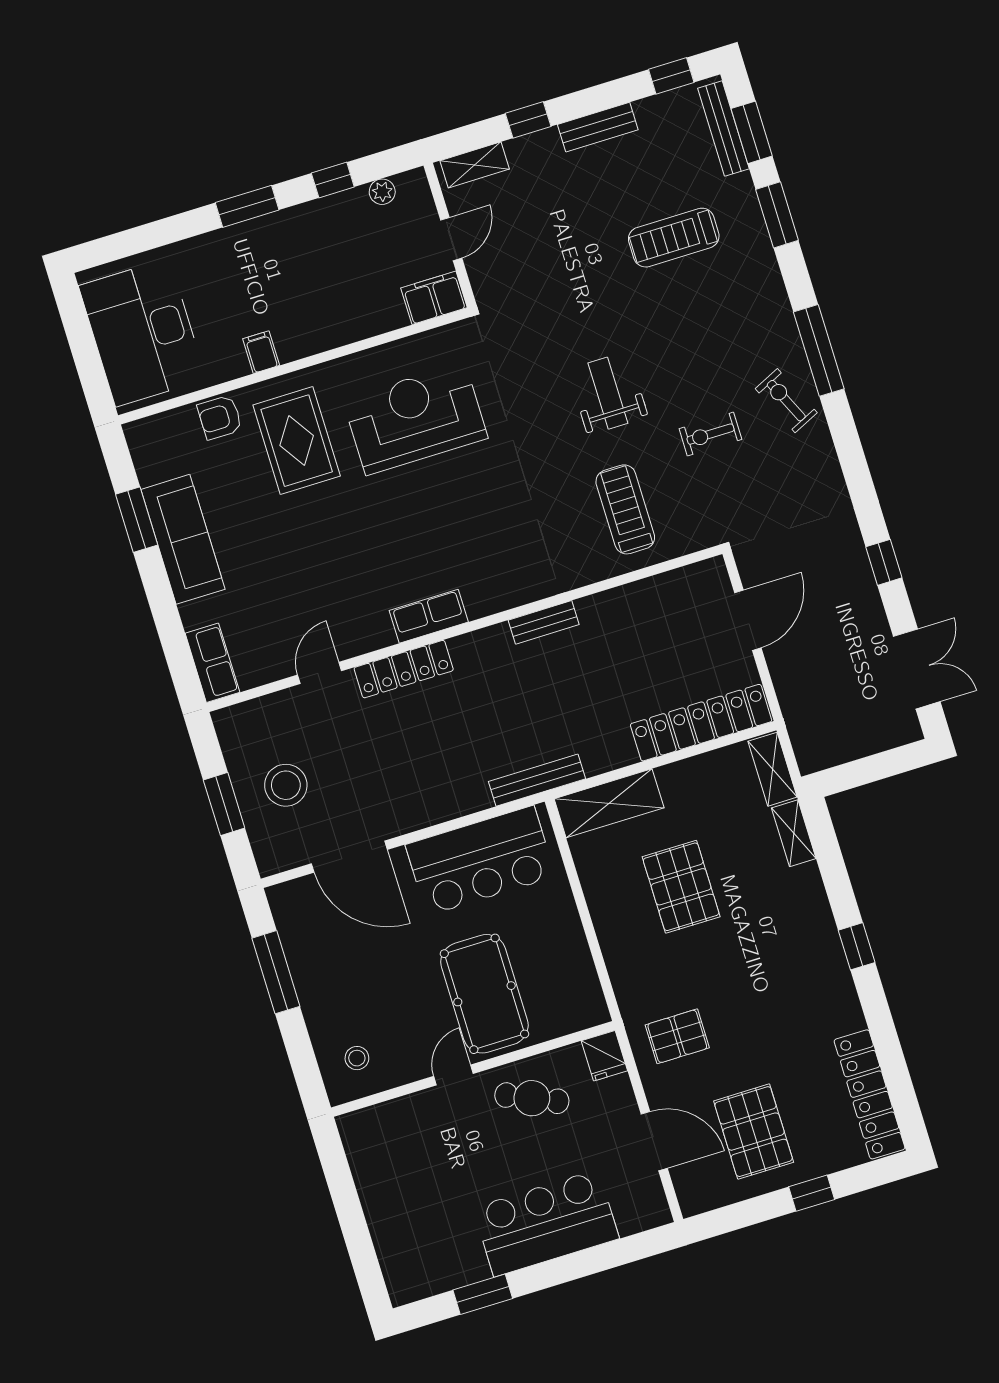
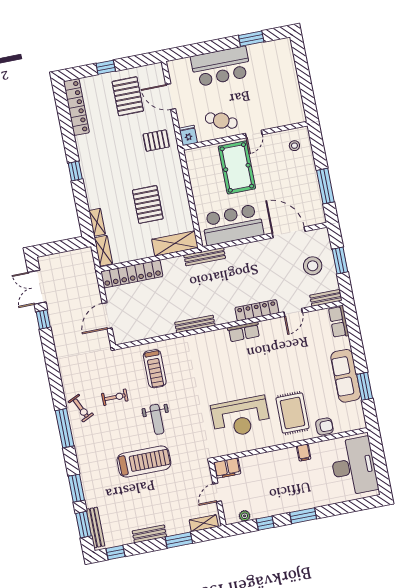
window: (528, 120) -> (179, 540), width x1.50
treadmill: (674, 238) -> (144, 462), moved, width x1.37, depth x1.38
window: (884, 562) -> (43, 319), moved
bench: (544, 622) -> (195, 324), width x1.36
bench: (247, 714) -> (326, 298), added

